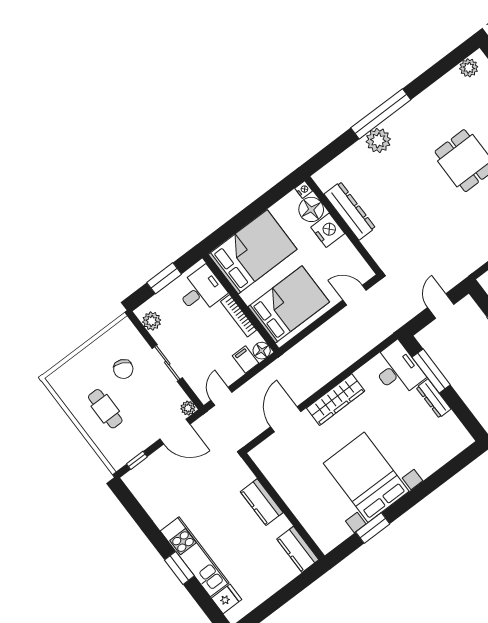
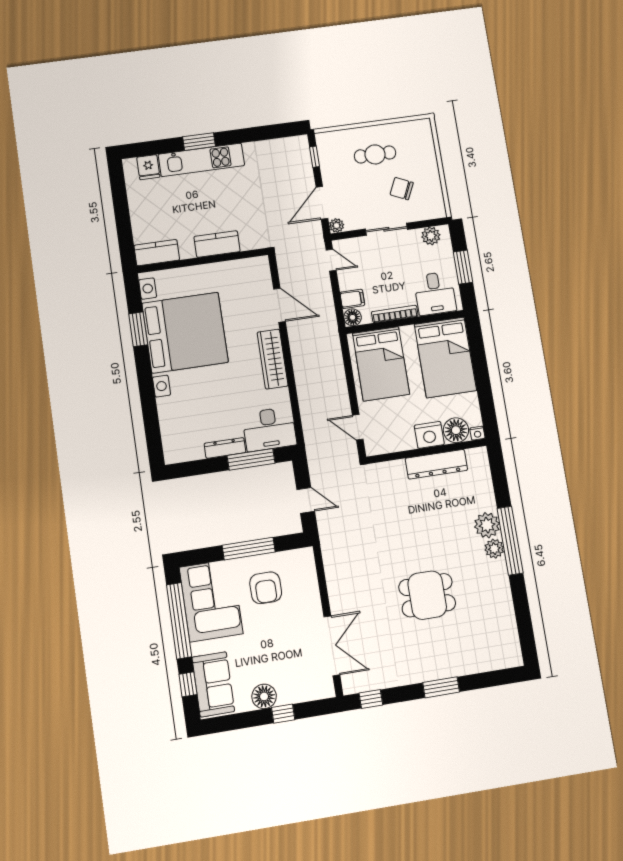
plant: (469, 68) -> (494, 549), moved
door: (355, 295) -> (358, 427), swing flipped
bed with nightstands: (366, 477) -> (185, 333), width x1.36

